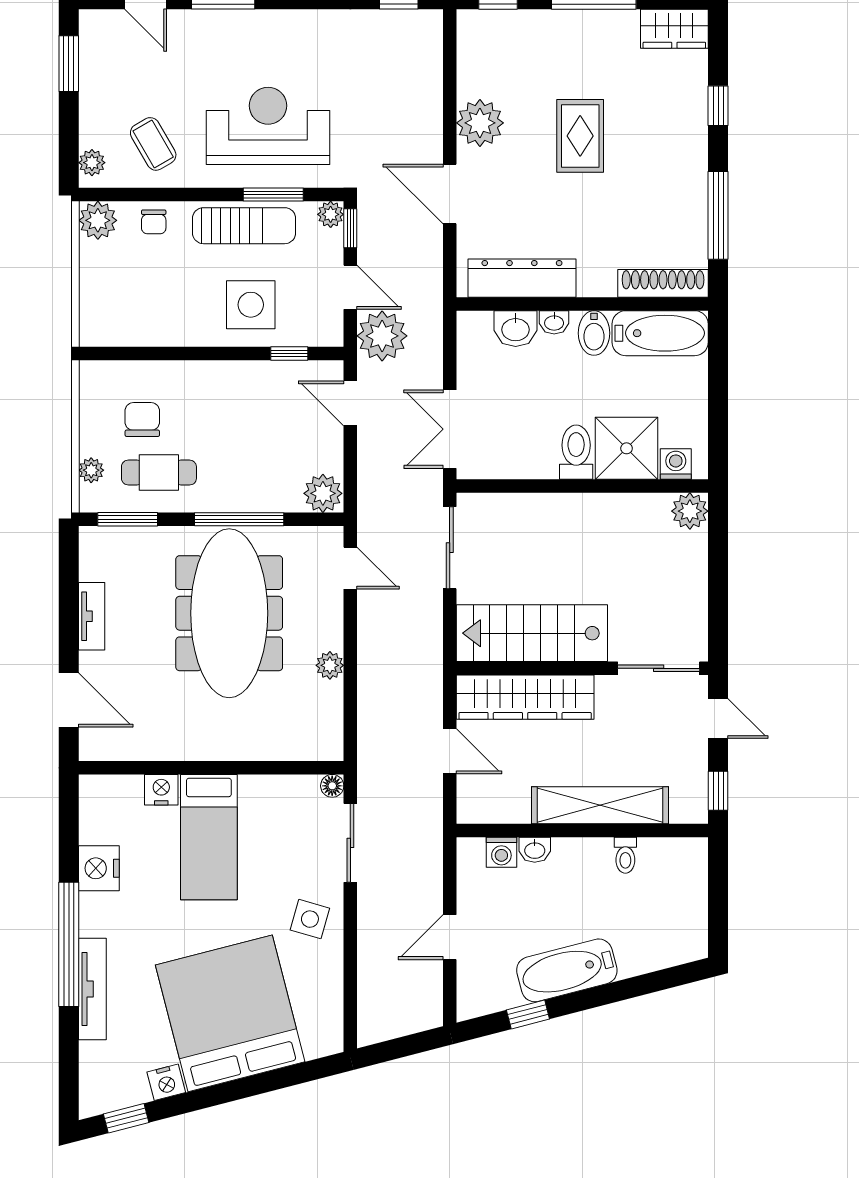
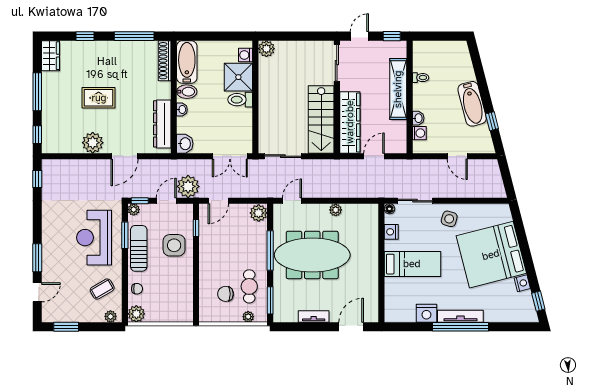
washbasin: (516, 329) -> (185, 144), moved
nightstand: (161, 790) -> (391, 232), moved
tv unit: (92, 989) -> (460, 316), moved

